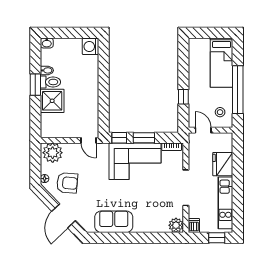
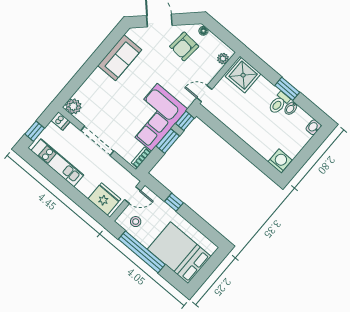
bed: (222, 63) -> (179, 253), width x1.50
shower: (52, 101) -> (243, 75), moved
plant: (53, 153) -> (223, 59), width x0.53, depth x0.53
fridge: (223, 164) -> (104, 199), moved

